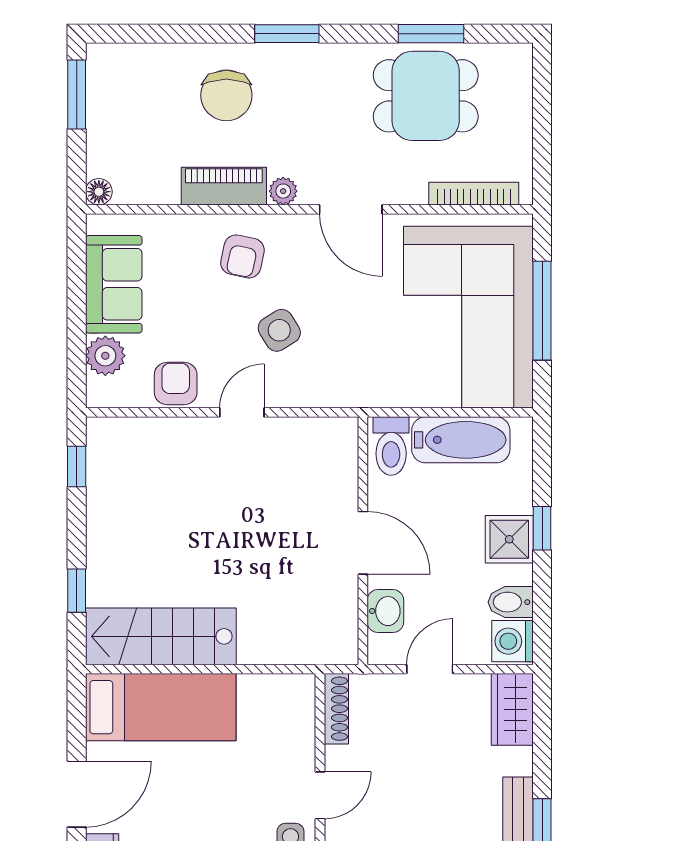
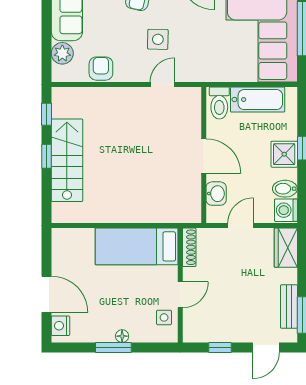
side table: (279, 330) -> (158, 39), turned 33
door: (242, 412) -> (162, 84), moved
window: (77, 591) -> (46, 156), moved
stairs: (161, 636) -> (67, 160), moved, turned 90
bed: (161, 707) -> (137, 246), moved, turned 180
door: (77, 794) -> (46, 294), hinge flipped

